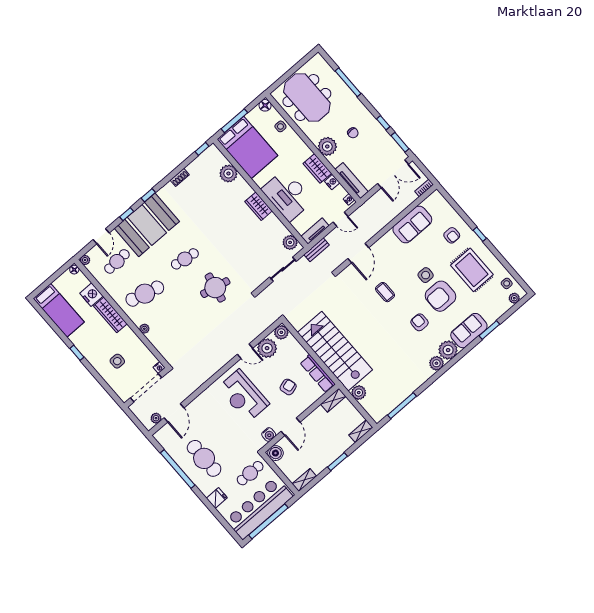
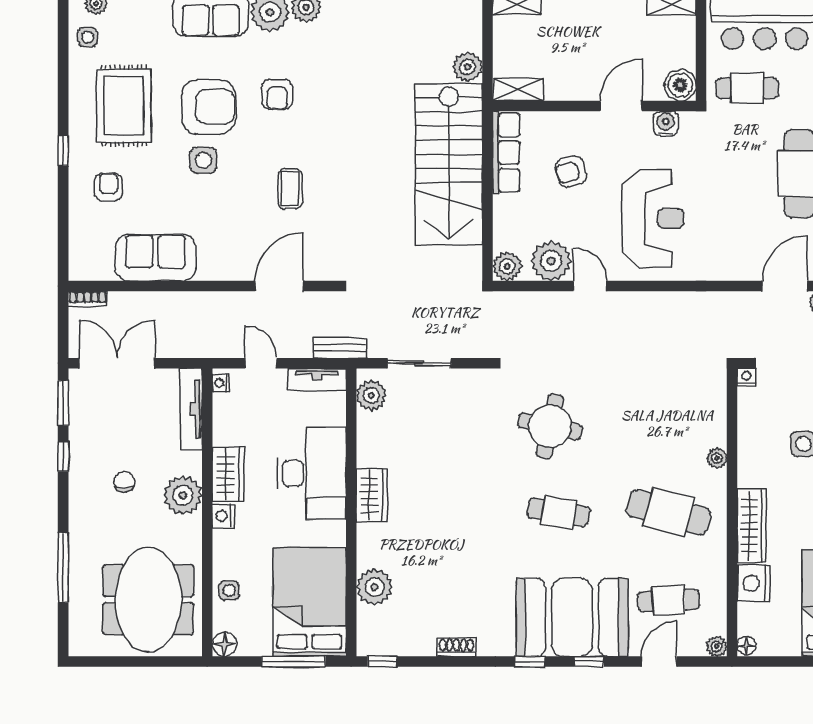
nightstand: (332, 182) -> (223, 516), moved

